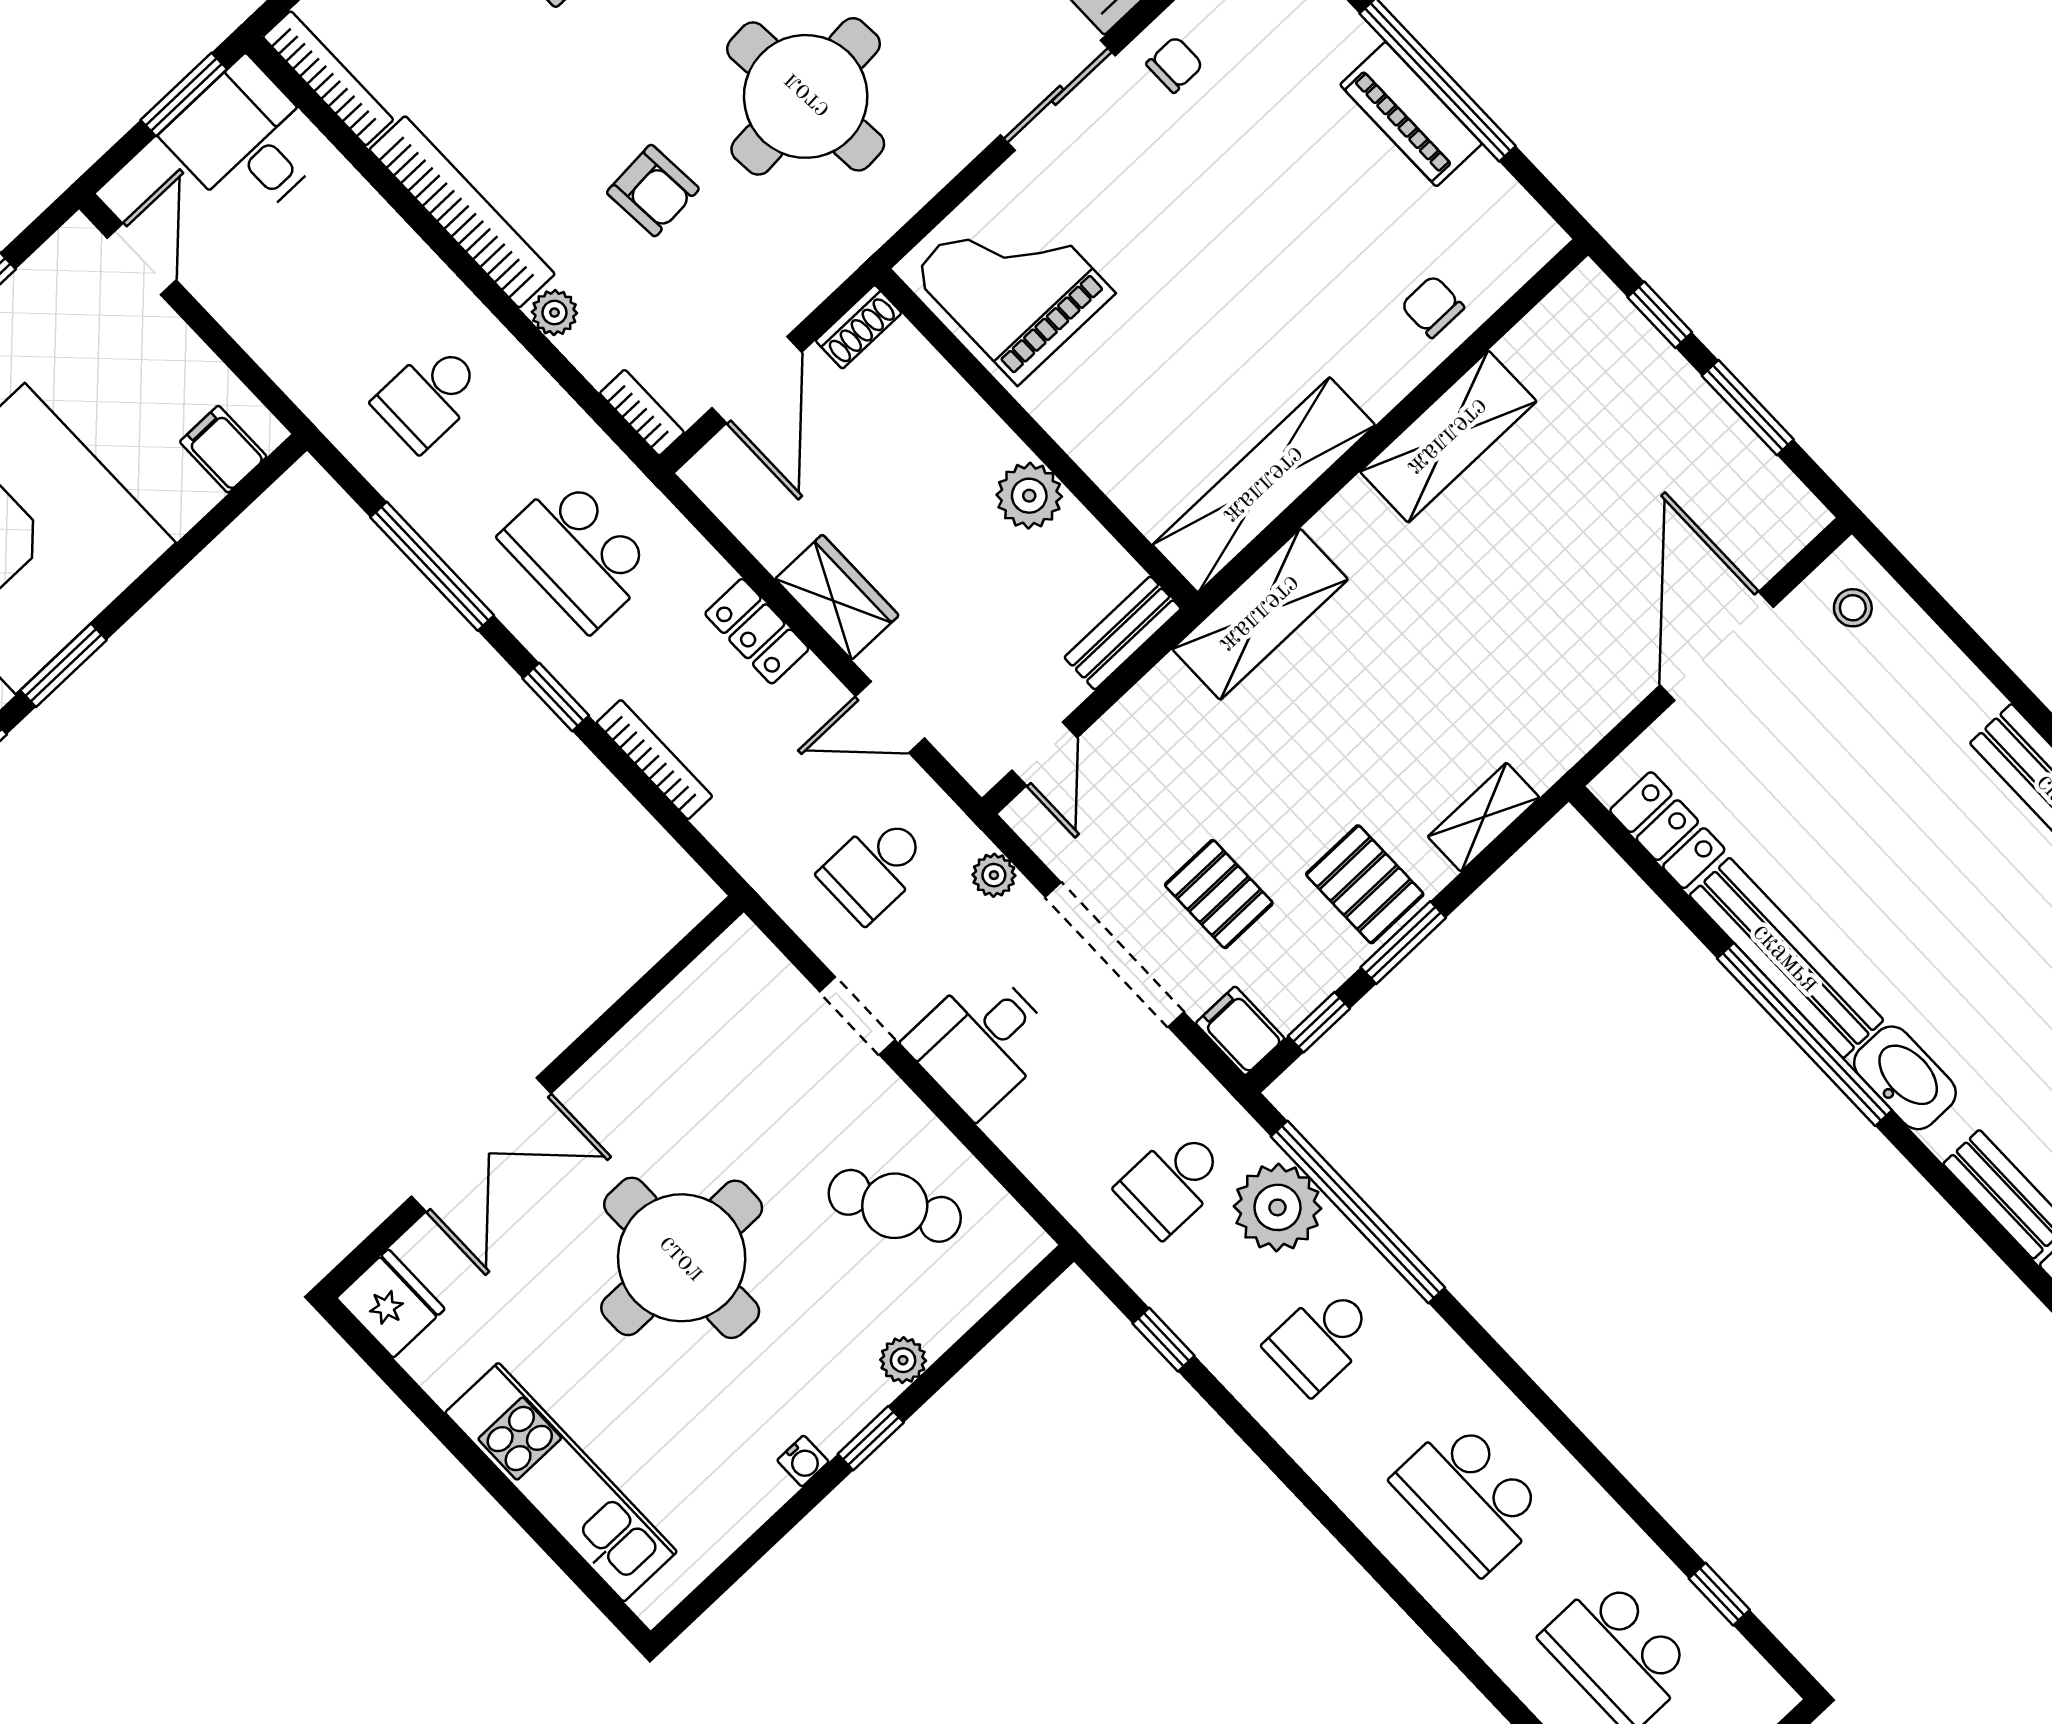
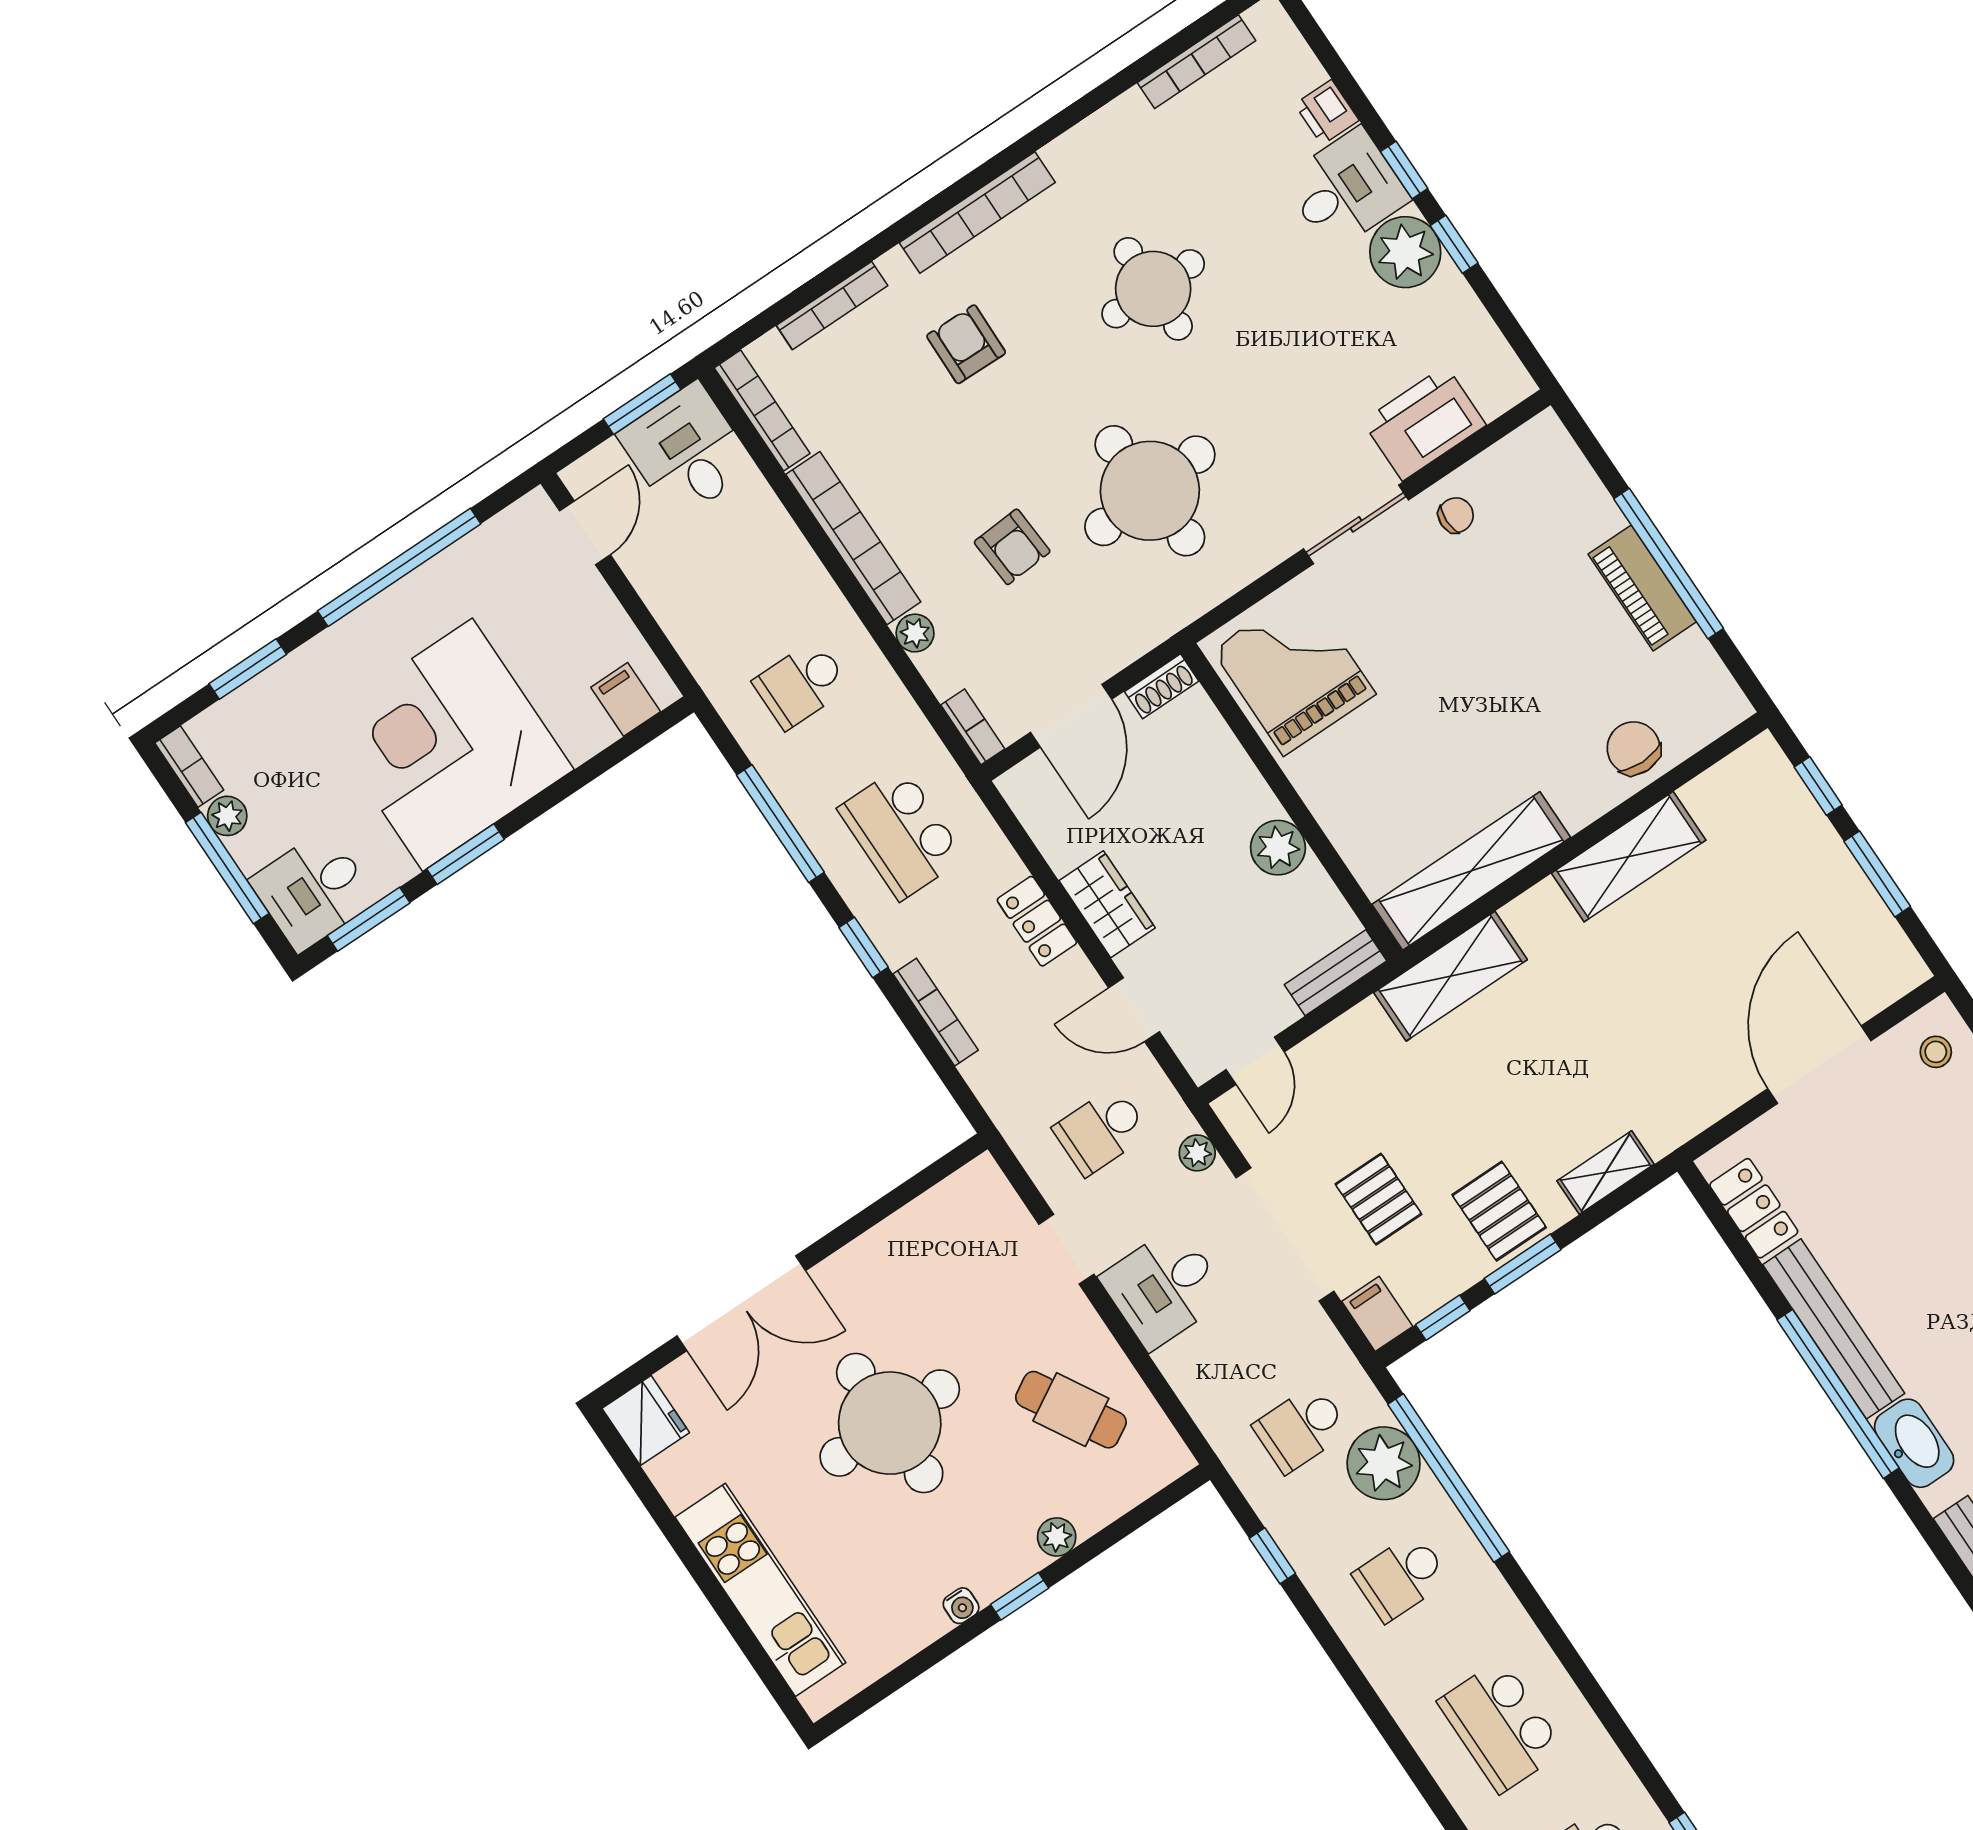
chair: (1433, 307) -> (1634, 748), width x1.37, depth x1.37

